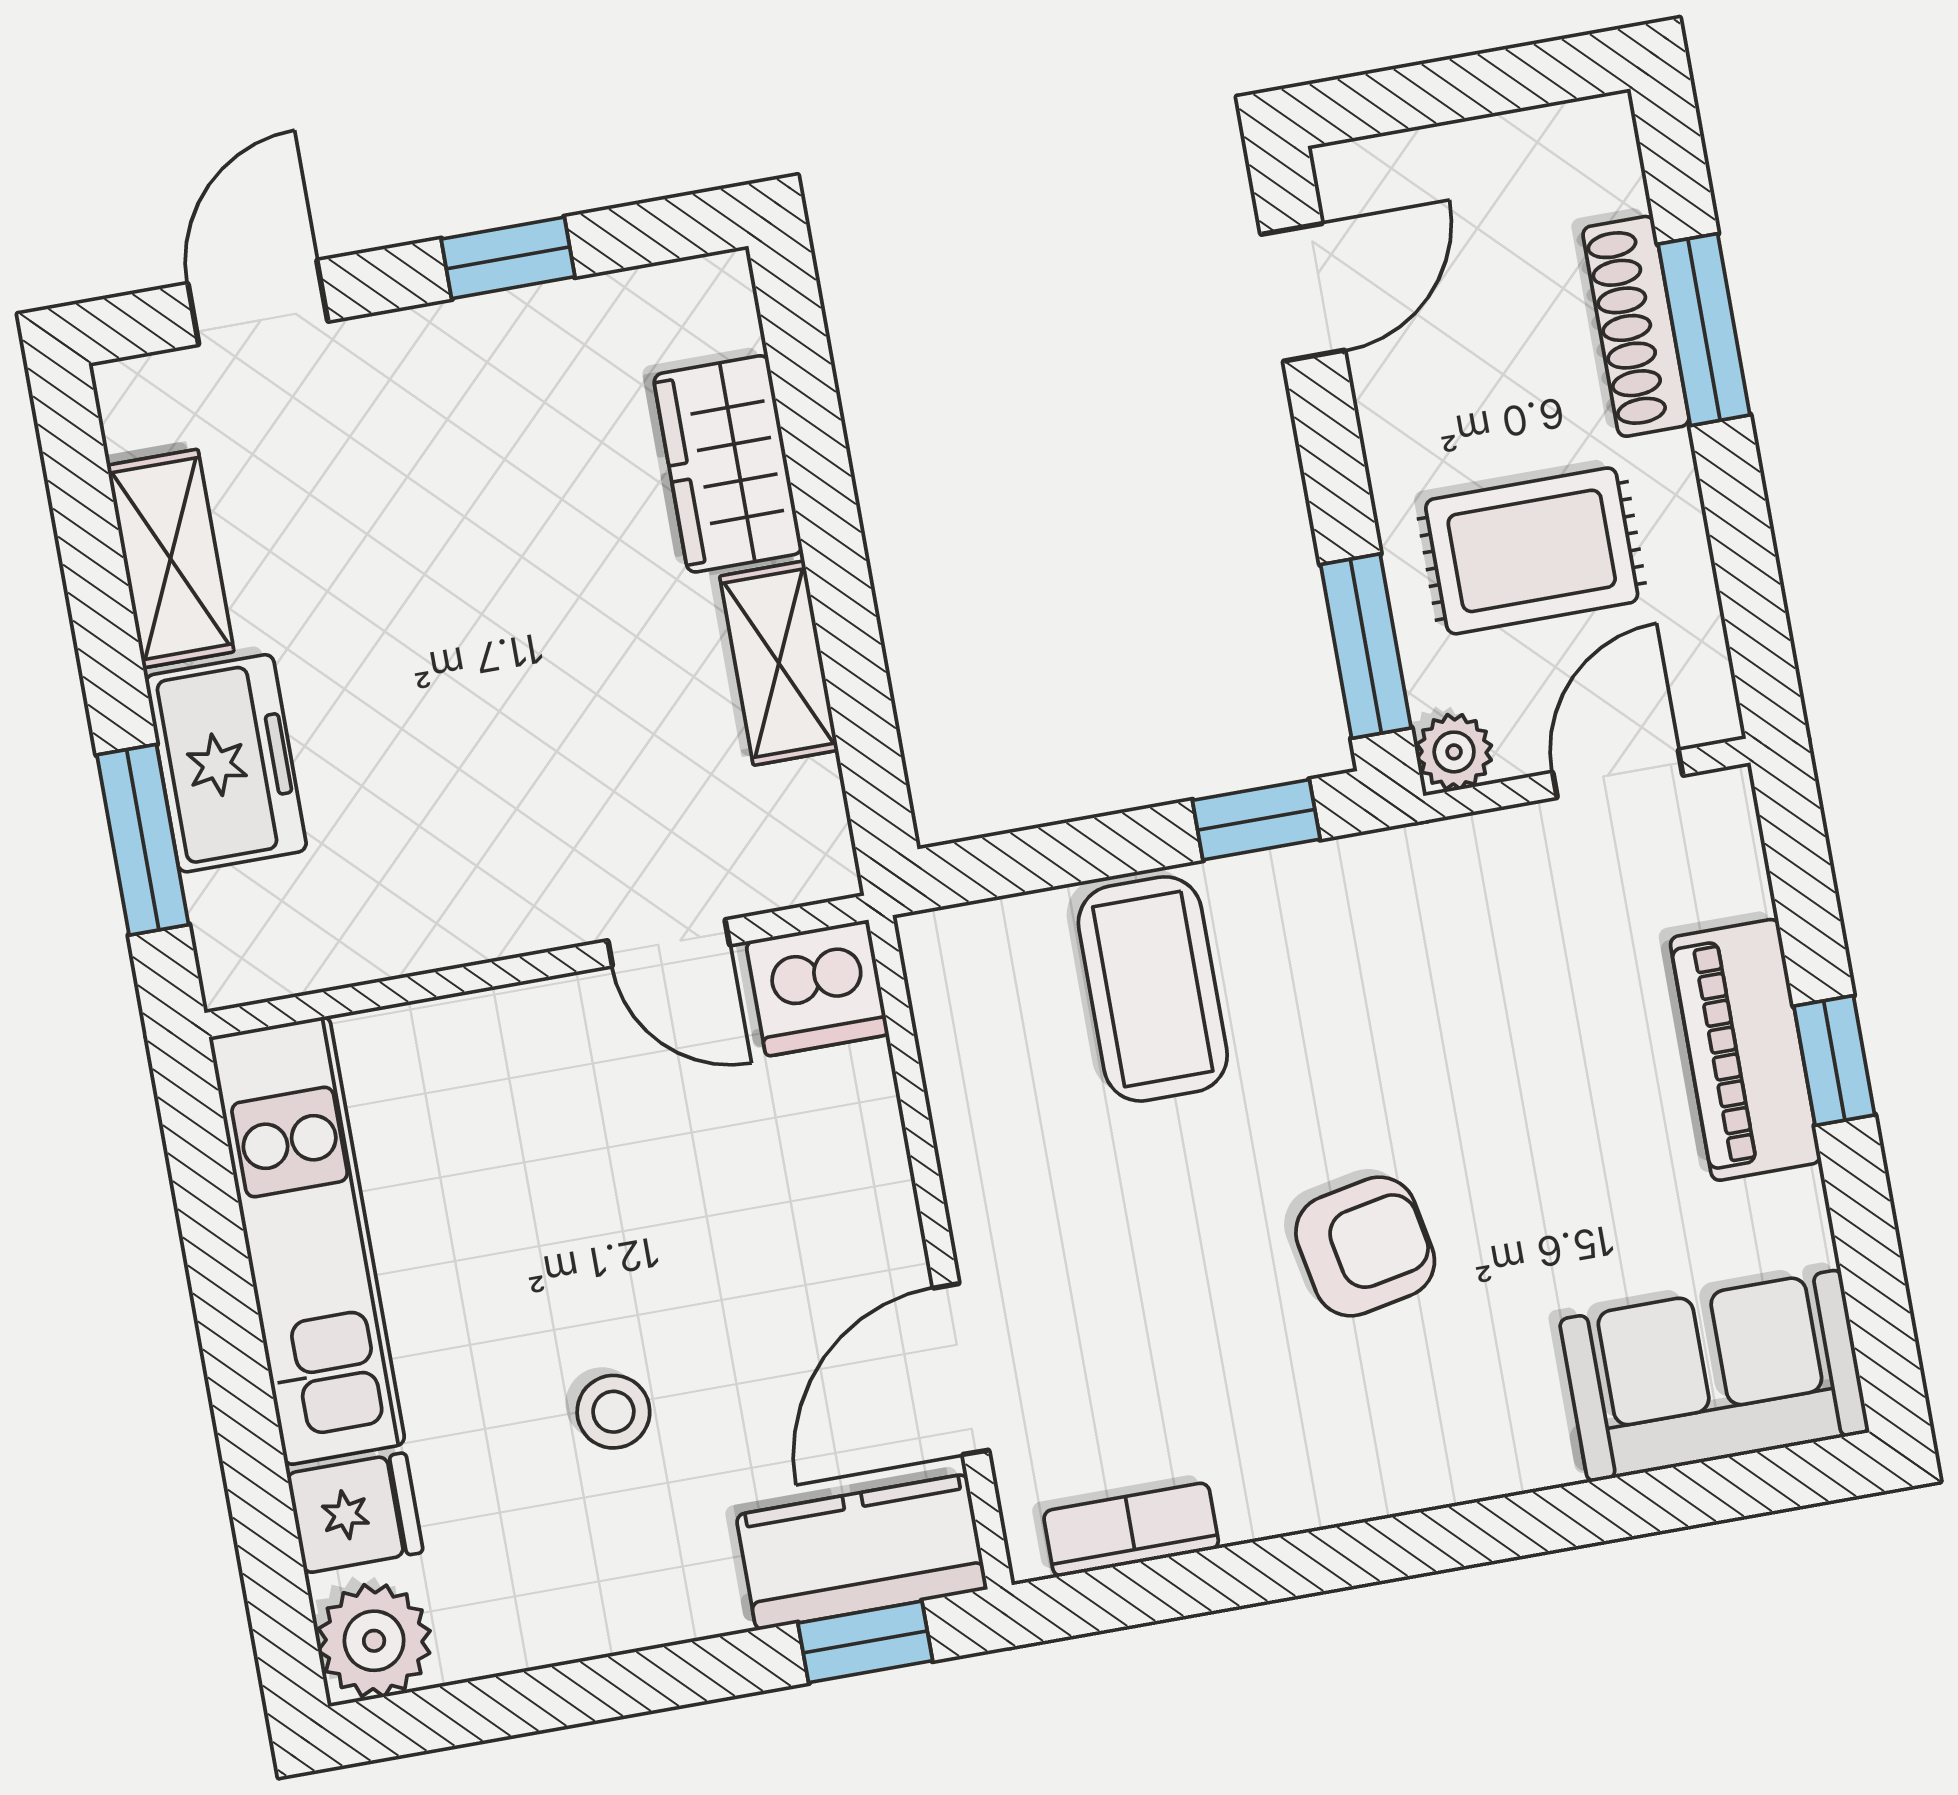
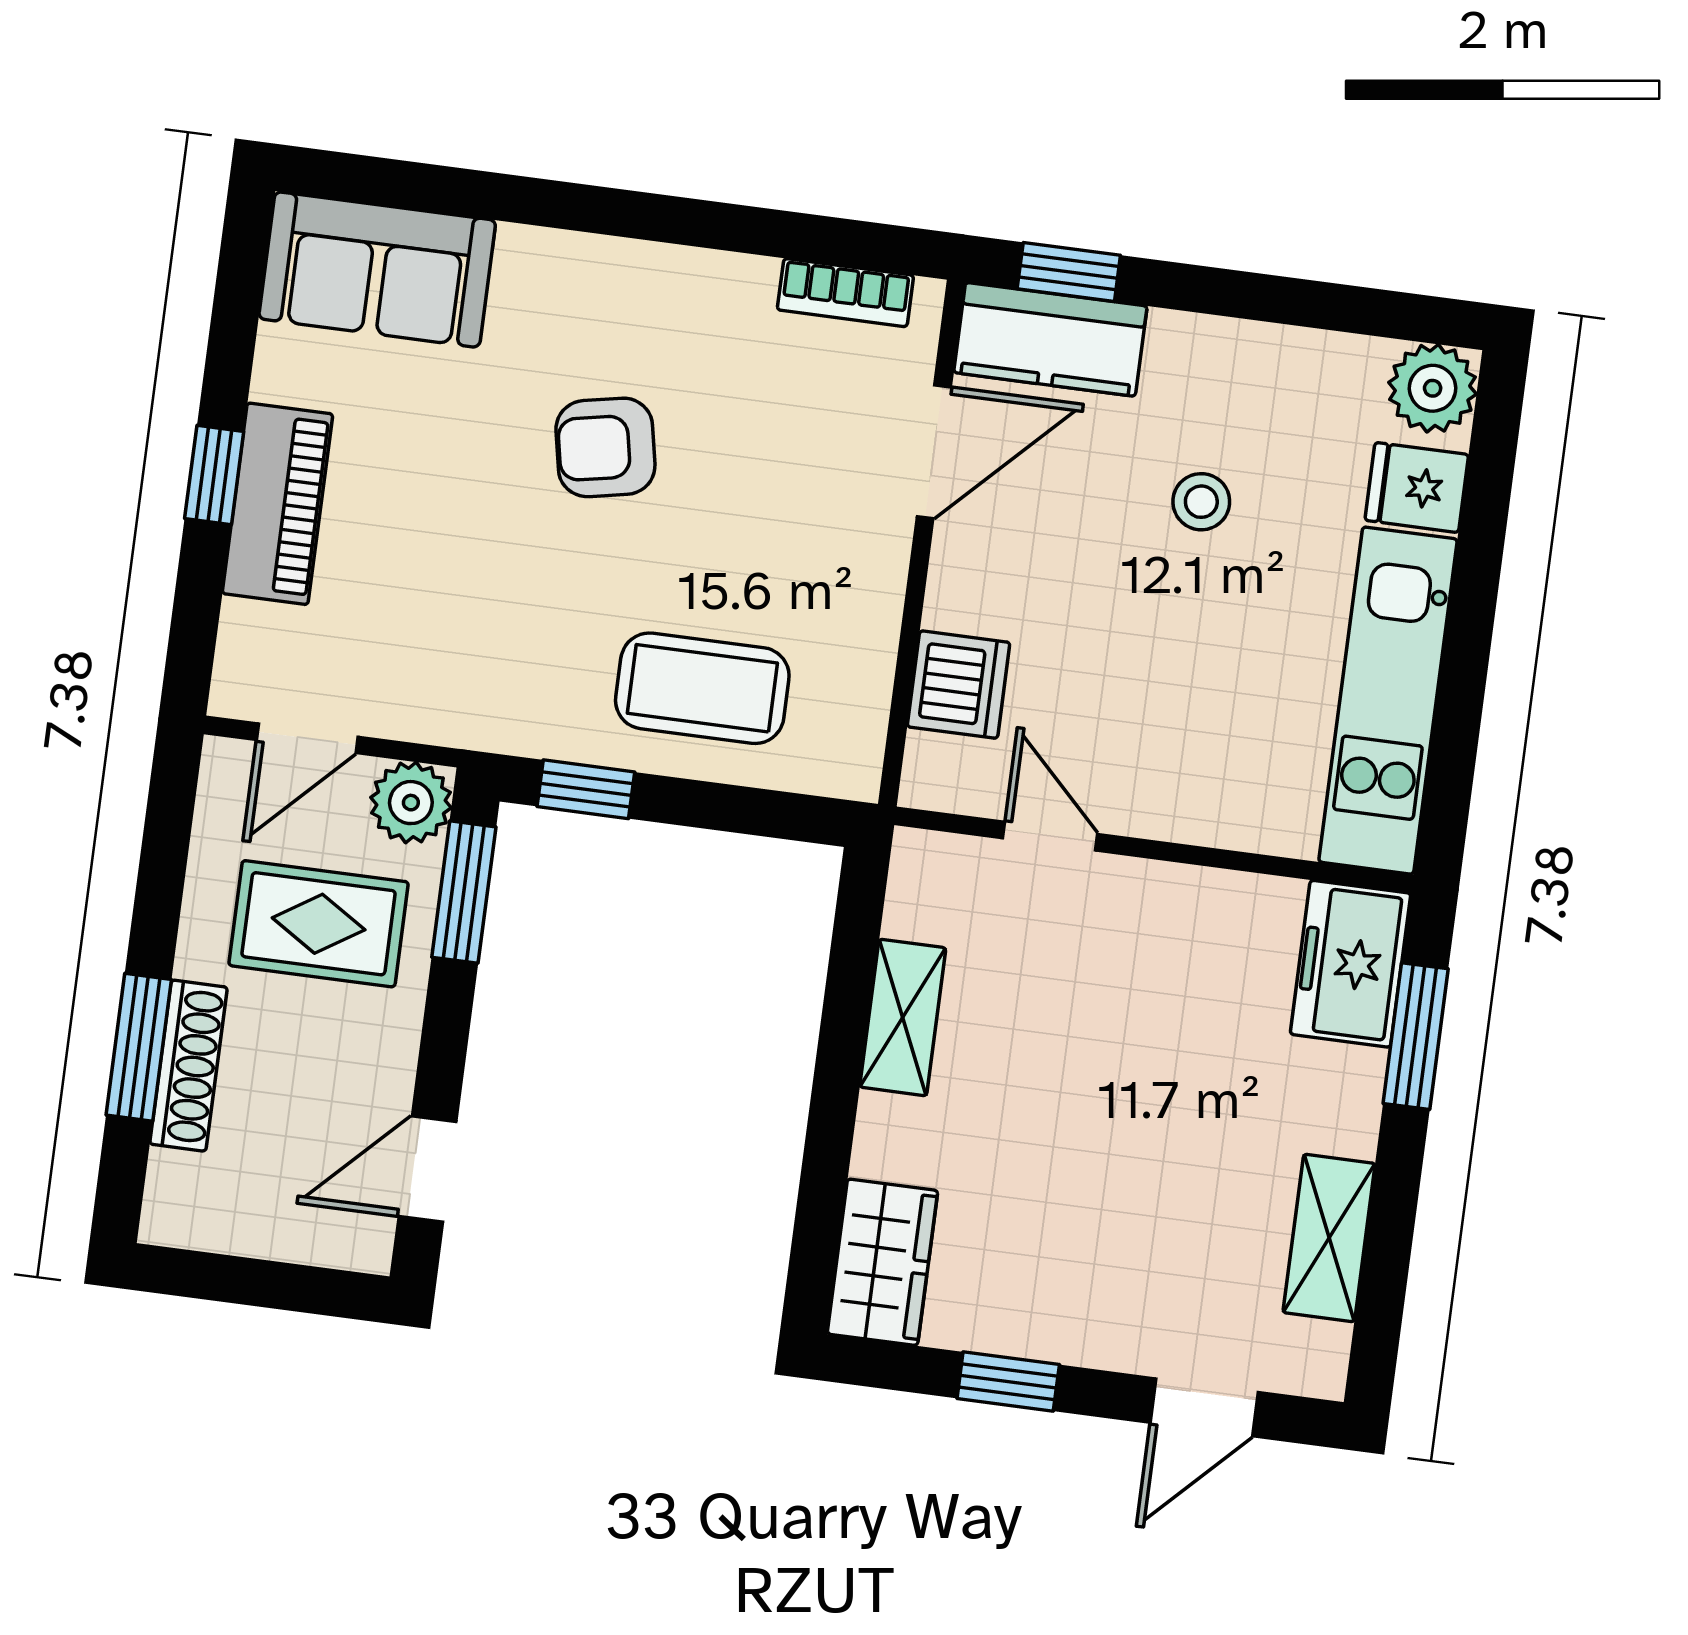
wardrobe: (728, 464) -> (882, 1262), moved
plant: (1454, 752) -> (411, 803), width x1.38, depth x1.38
freezer: (226, 763) -> (1350, 964), moved
dishwasher: (817, 988) -> (959, 685), moved, turned 90
coffee table: (1153, 989) -> (702, 688), turned 90

